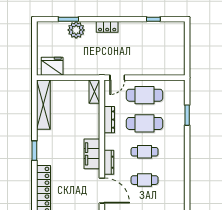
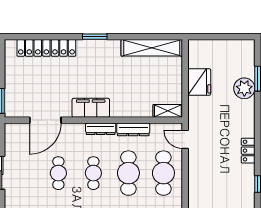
locker: (107, 27) -> (248, 151), moved
fridge: (52, 66) -> (199, 82), moved
dresser: (109, 162) -> (101, 129), moved

